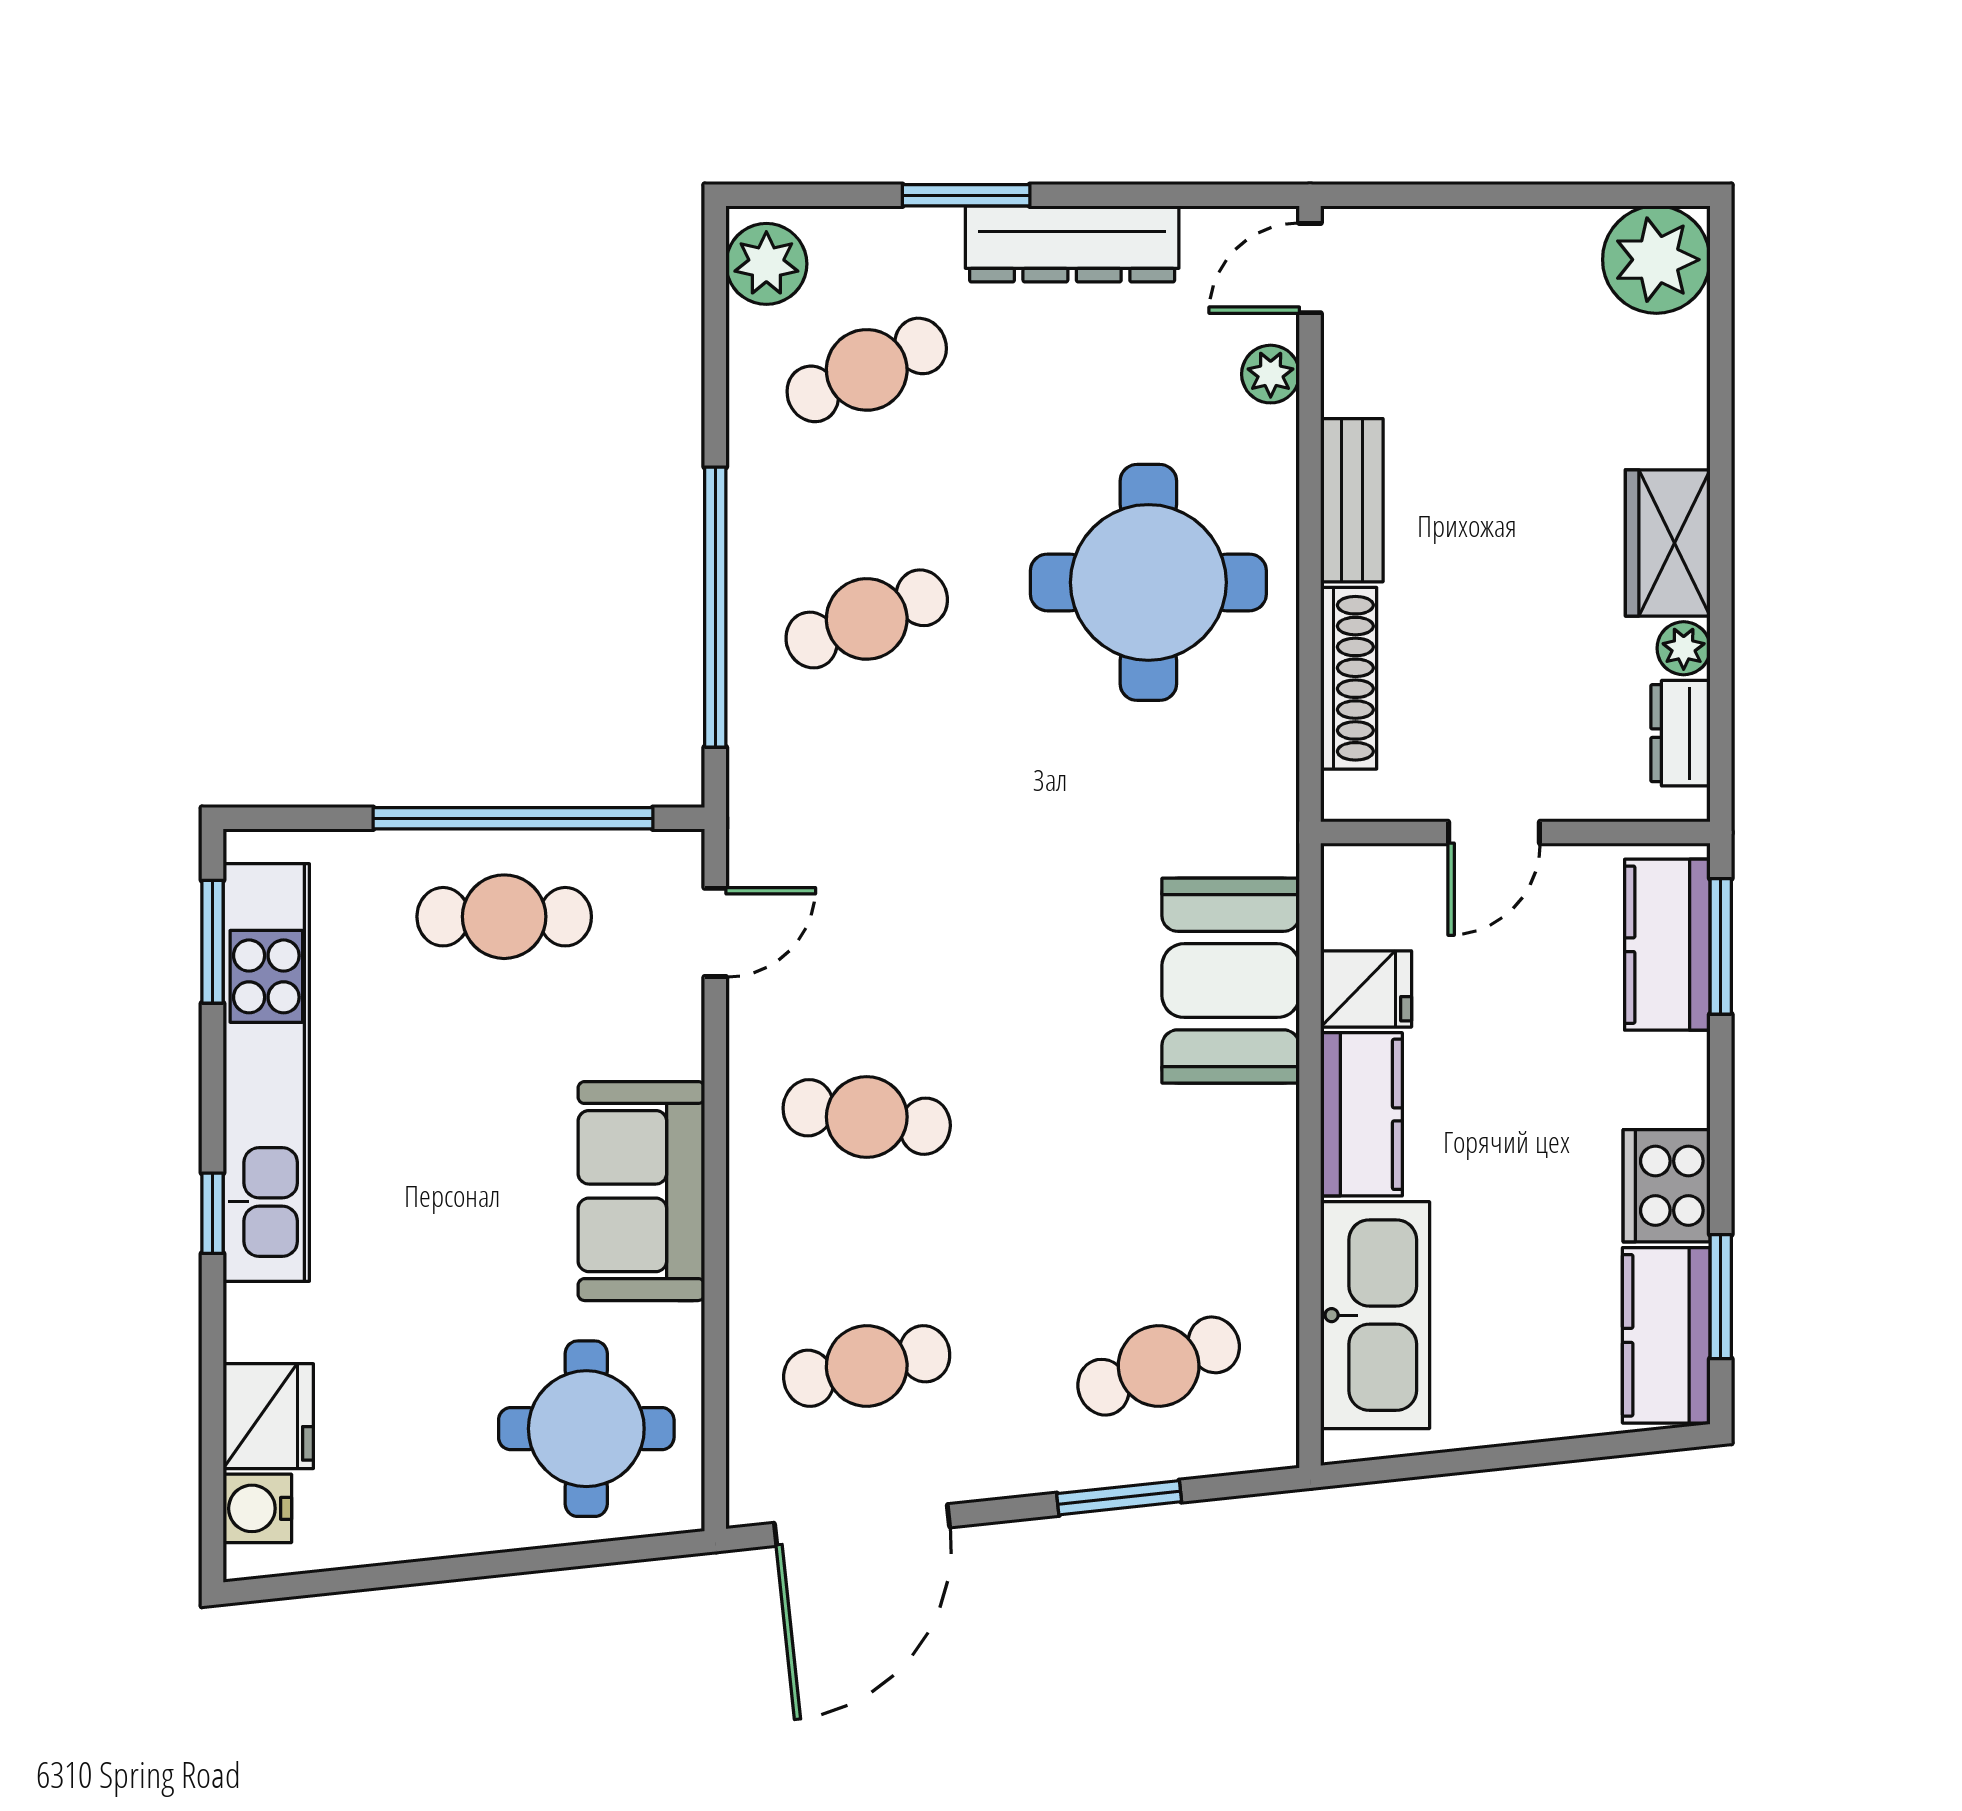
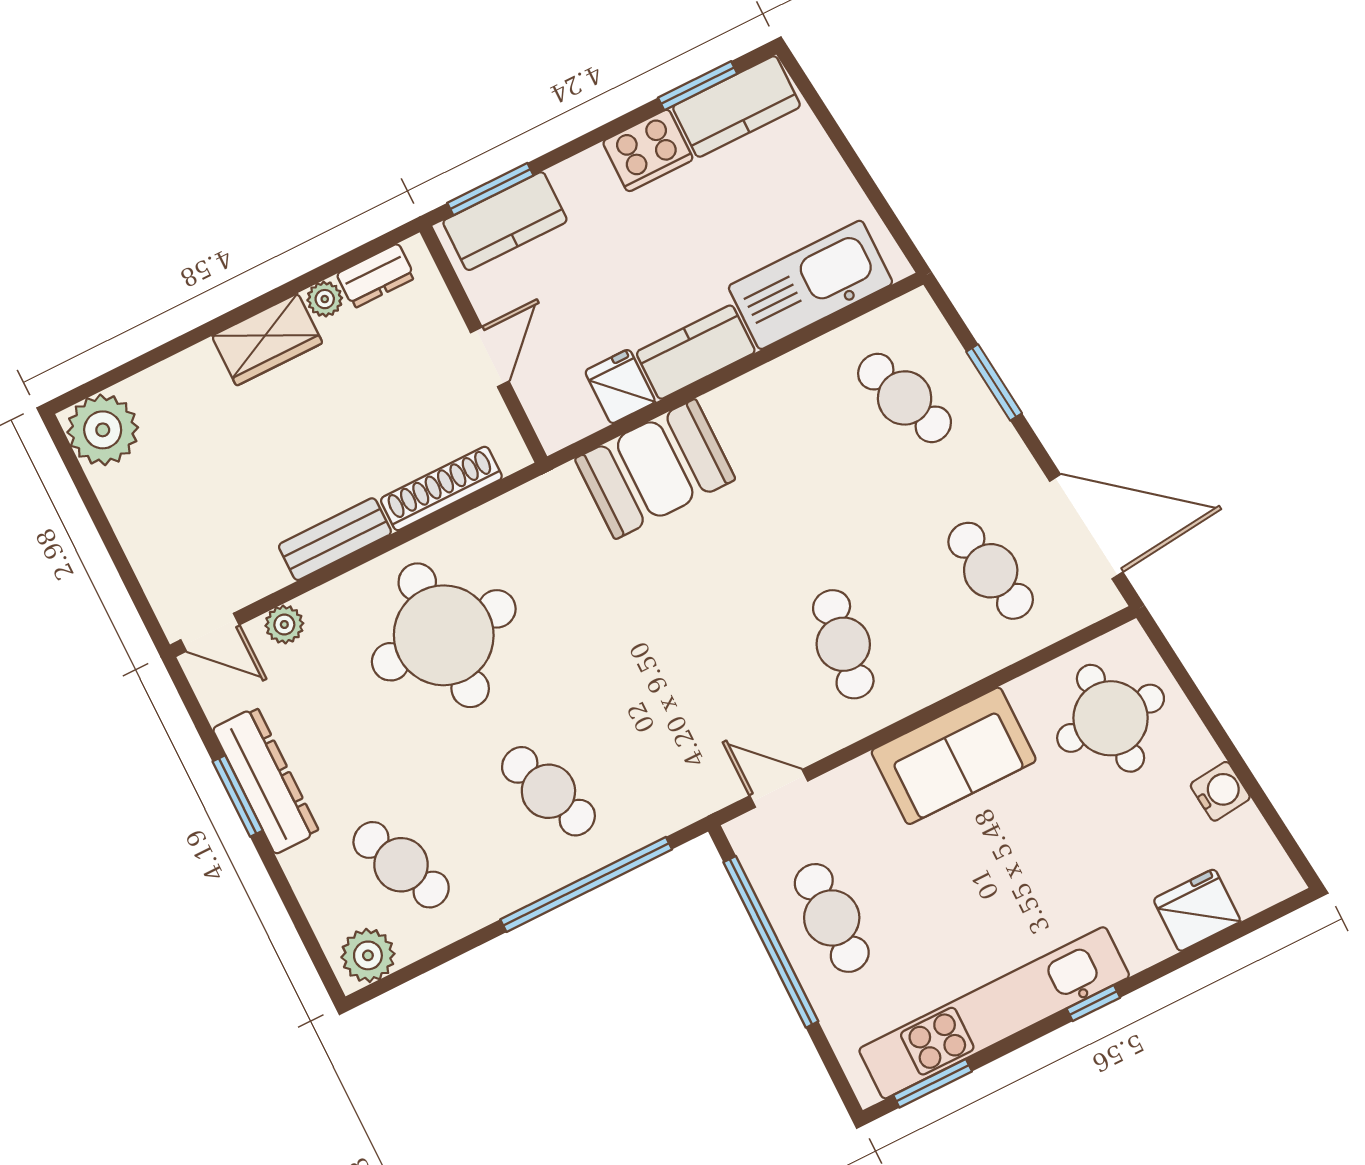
window: (966, 195) -> (238, 796), moved
door: (1494, 832) -> (490, 357), hinge flipped
water cooler: (257, 1508) -> (1220, 791), moved, turned -96

